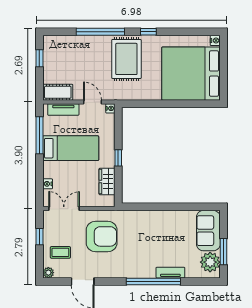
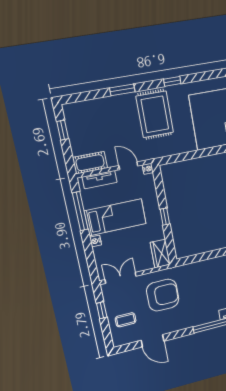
window: (100, 32) -> (122, 90), width x0.47
wardrobe: (107, 181) -> (160, 253), moved
nightstand: (48, 184) -> (96, 241), moved
plant: (48, 273) -> (118, 341), removed

